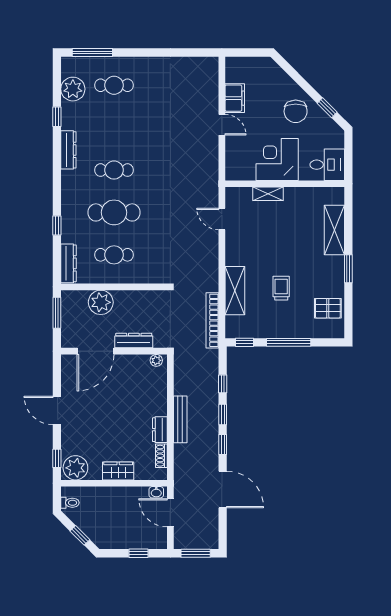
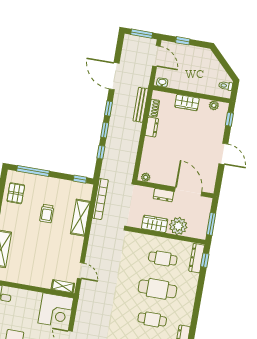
corner desk: (277, 159) -> (56, 310), moved
shelving: (268, 194) -> (63, 286), moved
window: (57, 225) -> (205, 260), moved
wardrobe: (133, 300) -> (155, 224), added
pallet: (328, 308) -> (16, 193), turned 90
dresser: (134, 341) -> (163, 195), width x0.70
window: (289, 342) -> (33, 171), moved
door: (95, 351) -> (188, 192), hinge flipped
bench: (180, 419) -> (141, 105), moved
plant: (75, 468) -> (214, 105), width x0.53, depth x0.53
door: (170, 513) -> (156, 56), moved
window: (80, 535) -> (223, 61), removed

